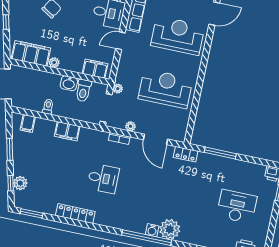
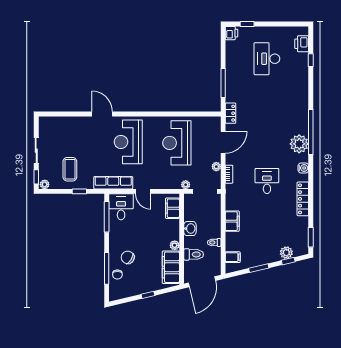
toilet: (83, 90) -> (194, 254), moved
plant: (170, 229) -> (299, 144), moved
water cooler: (152, 230) -> (303, 168), moved

